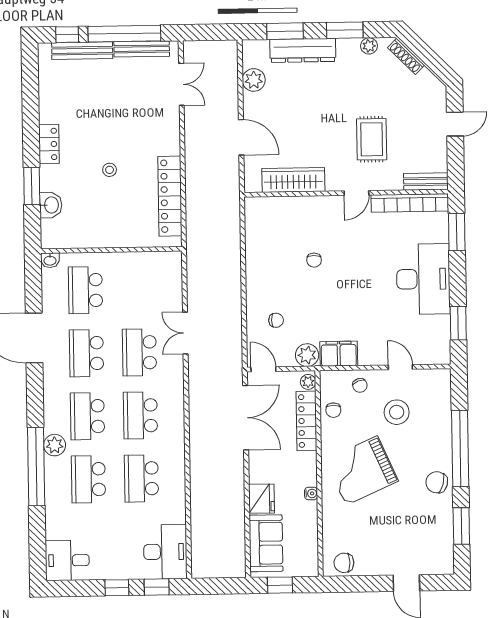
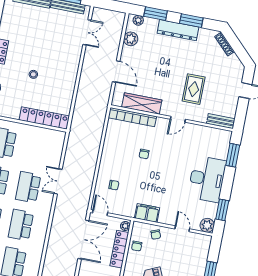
plant: (369, 46) -> (138, 20), moved
dresser: (303, 50) -> (178, 30), moved
locker: (170, 196) -> (44, 118), moved, turned 90
bookcase: (410, 203) -> (132, 117), moved
plant: (307, 355) -> (207, 225), moved
stool: (397, 412) -> (174, 255), removed

